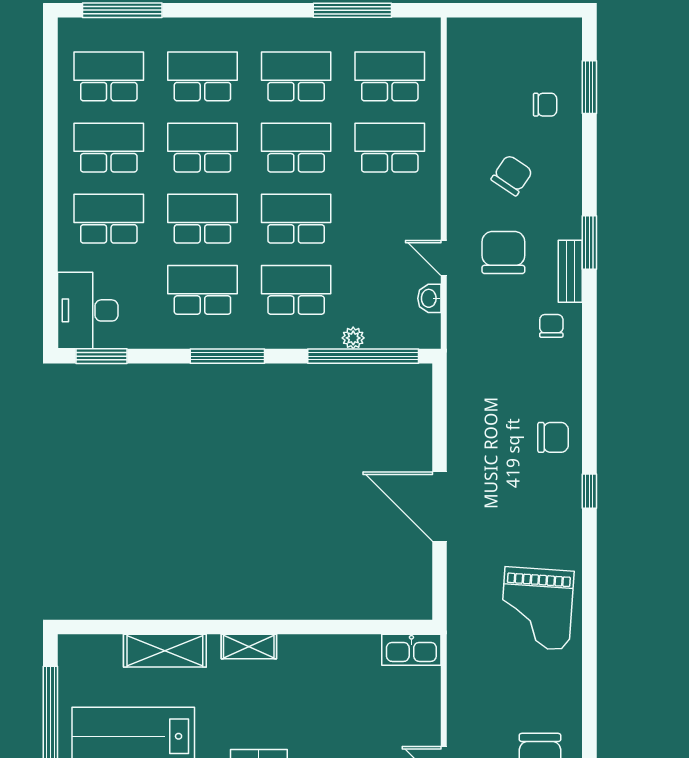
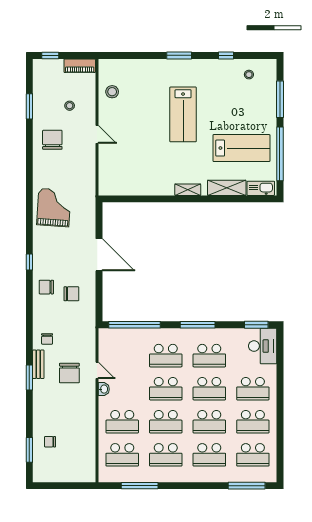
chair: (512, 175) -> (71, 294), moved, turned -124
washbasin: (429, 298) -> (104, 389), moved
plant: (353, 338) -> (139, 333), removed
kitchen sink: (411, 650) -> (261, 188), moved

